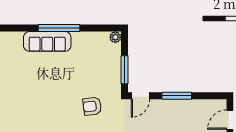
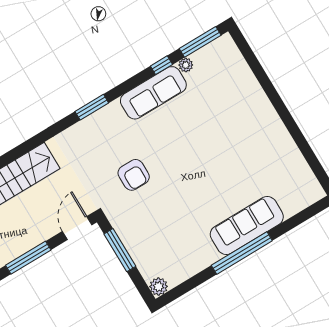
armchair: (92, 106) -> (134, 175), turned 97

